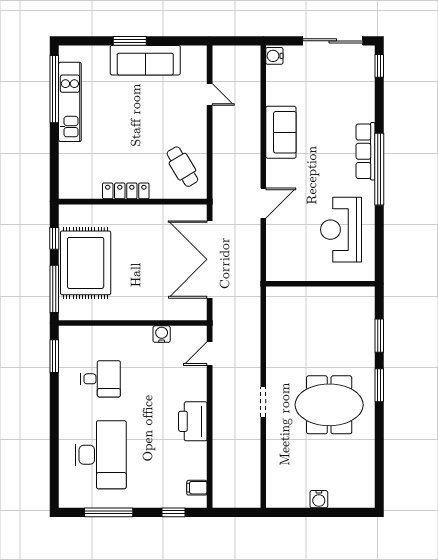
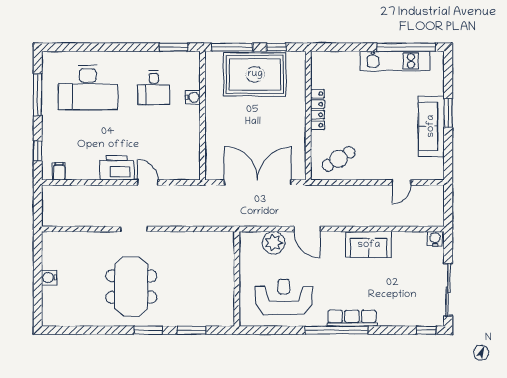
plant: (279, 241) -> (274, 243), added
water cooler: (162, 334) -> (193, 97), moved
door: (210, 354) -> (148, 182), moved

